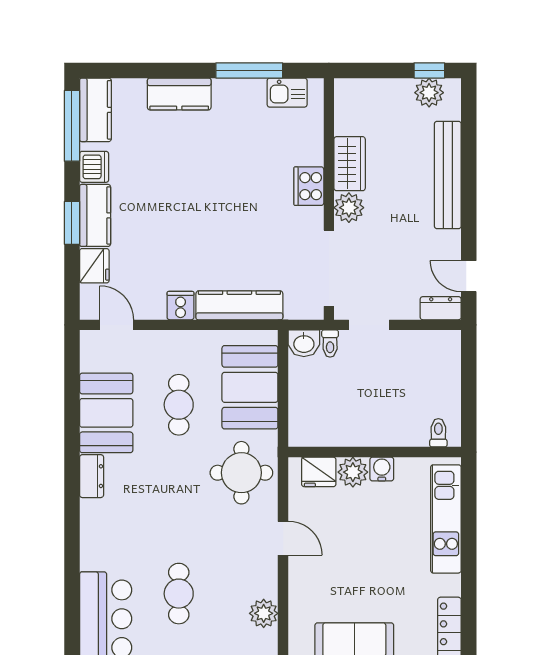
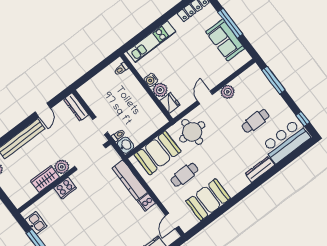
door: (469, 276) -> (43, 110), moved
dresser: (441, 308) -> (76, 107), width x1.44
dresser: (92, 476) -> (260, 169), moved, width x1.44
plant: (264, 613) -> (228, 92), moved

